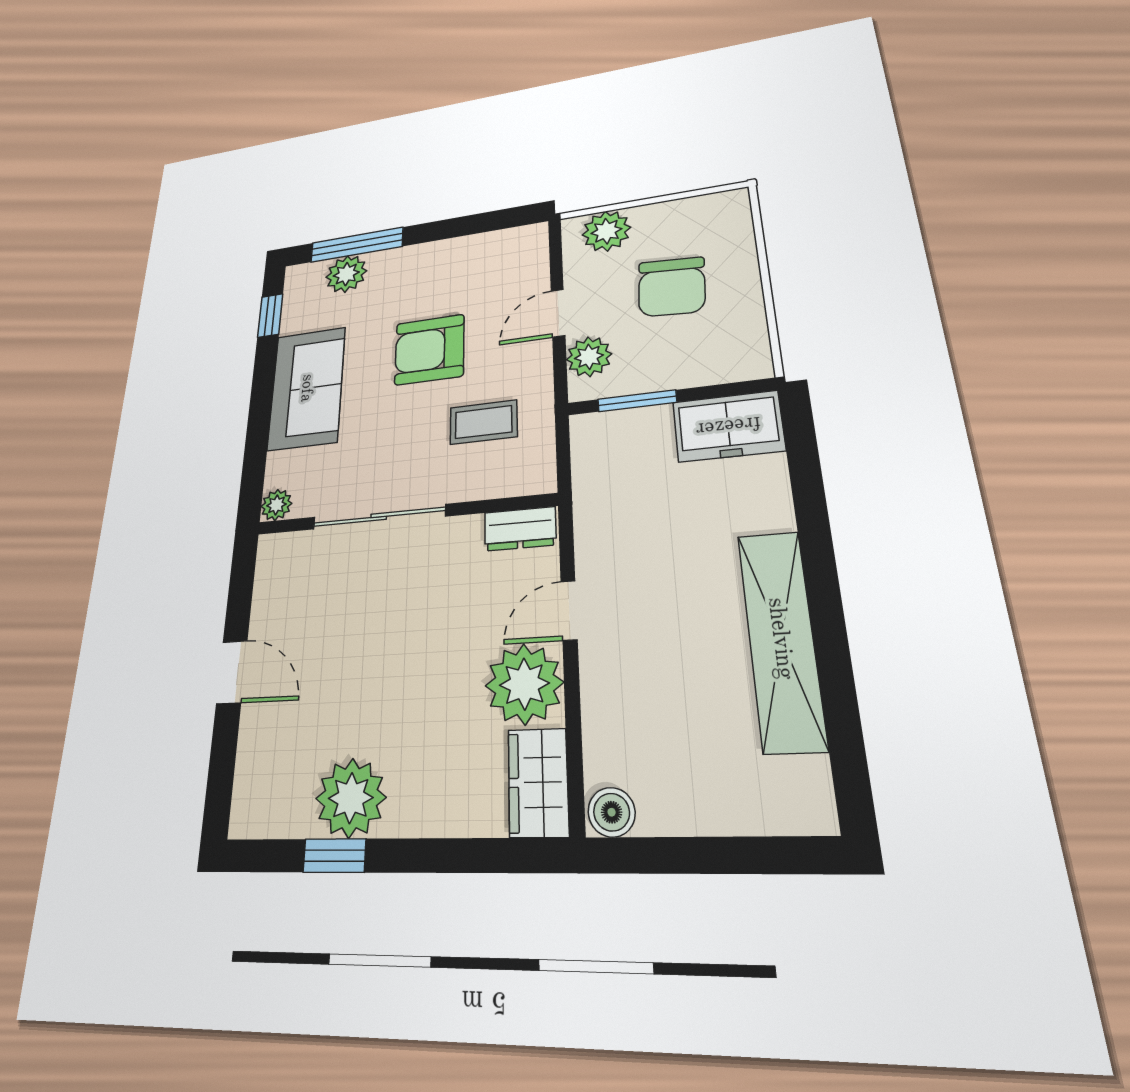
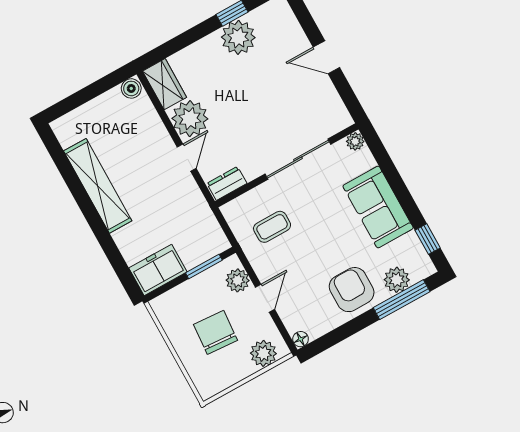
floor lamp: (535, 235) -> (301, 339), added
armchair: (429, 350) -> (352, 290), moved, turned -90

